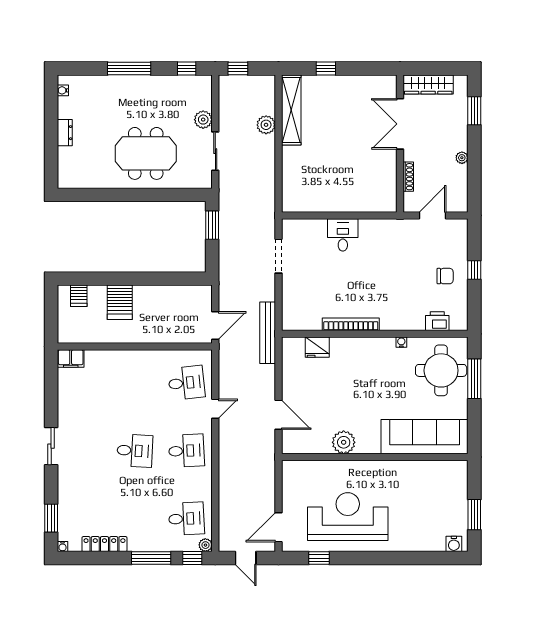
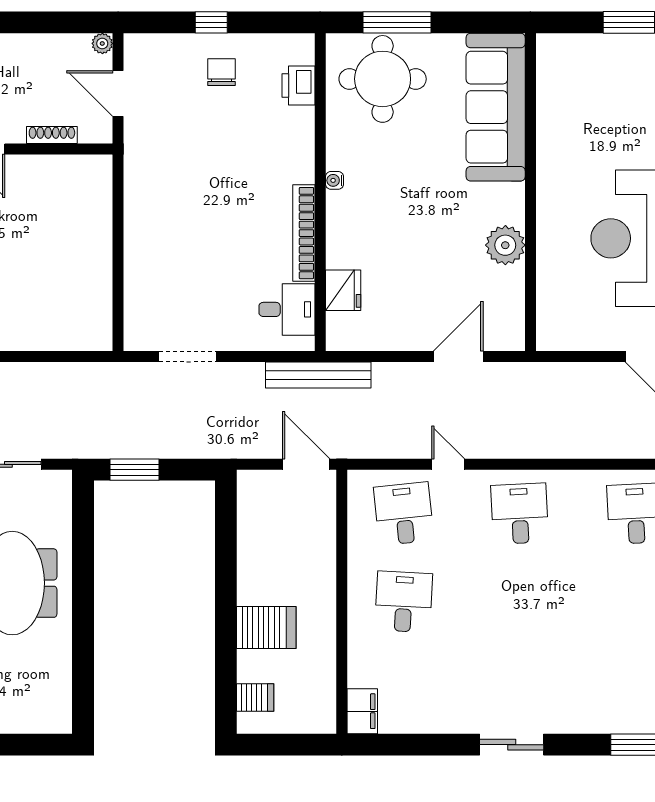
plant: (462, 158) -> (102, 43), moved
desk: (343, 235) -> (287, 309), moved, turned 180
water cooler: (401, 342) -> (335, 180), moved
desk: (135, 451) -> (404, 602), moved

